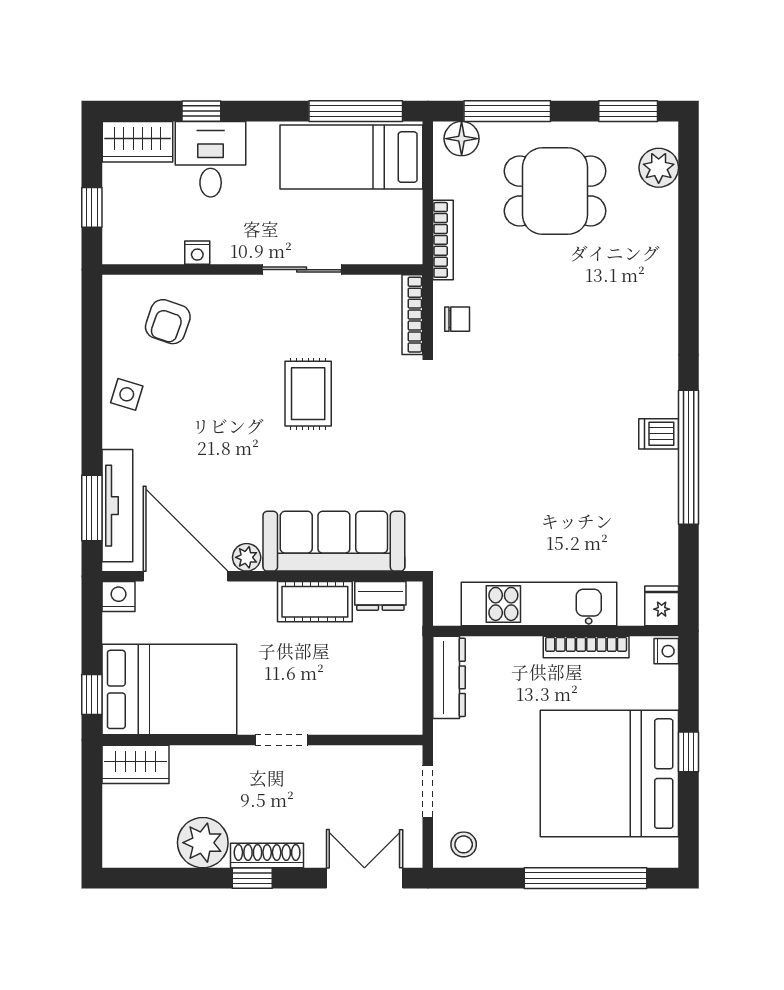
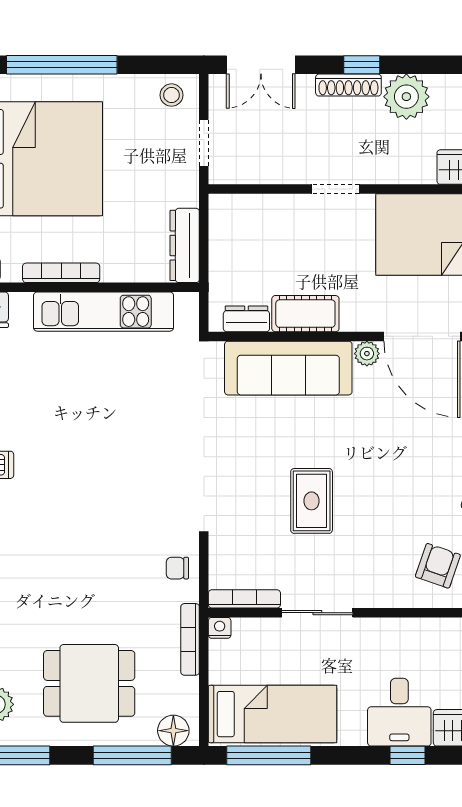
nightstand: (197, 253) -> (220, 628), moved
bookcase: (412, 315) -> (244, 599), moved, turned -90

